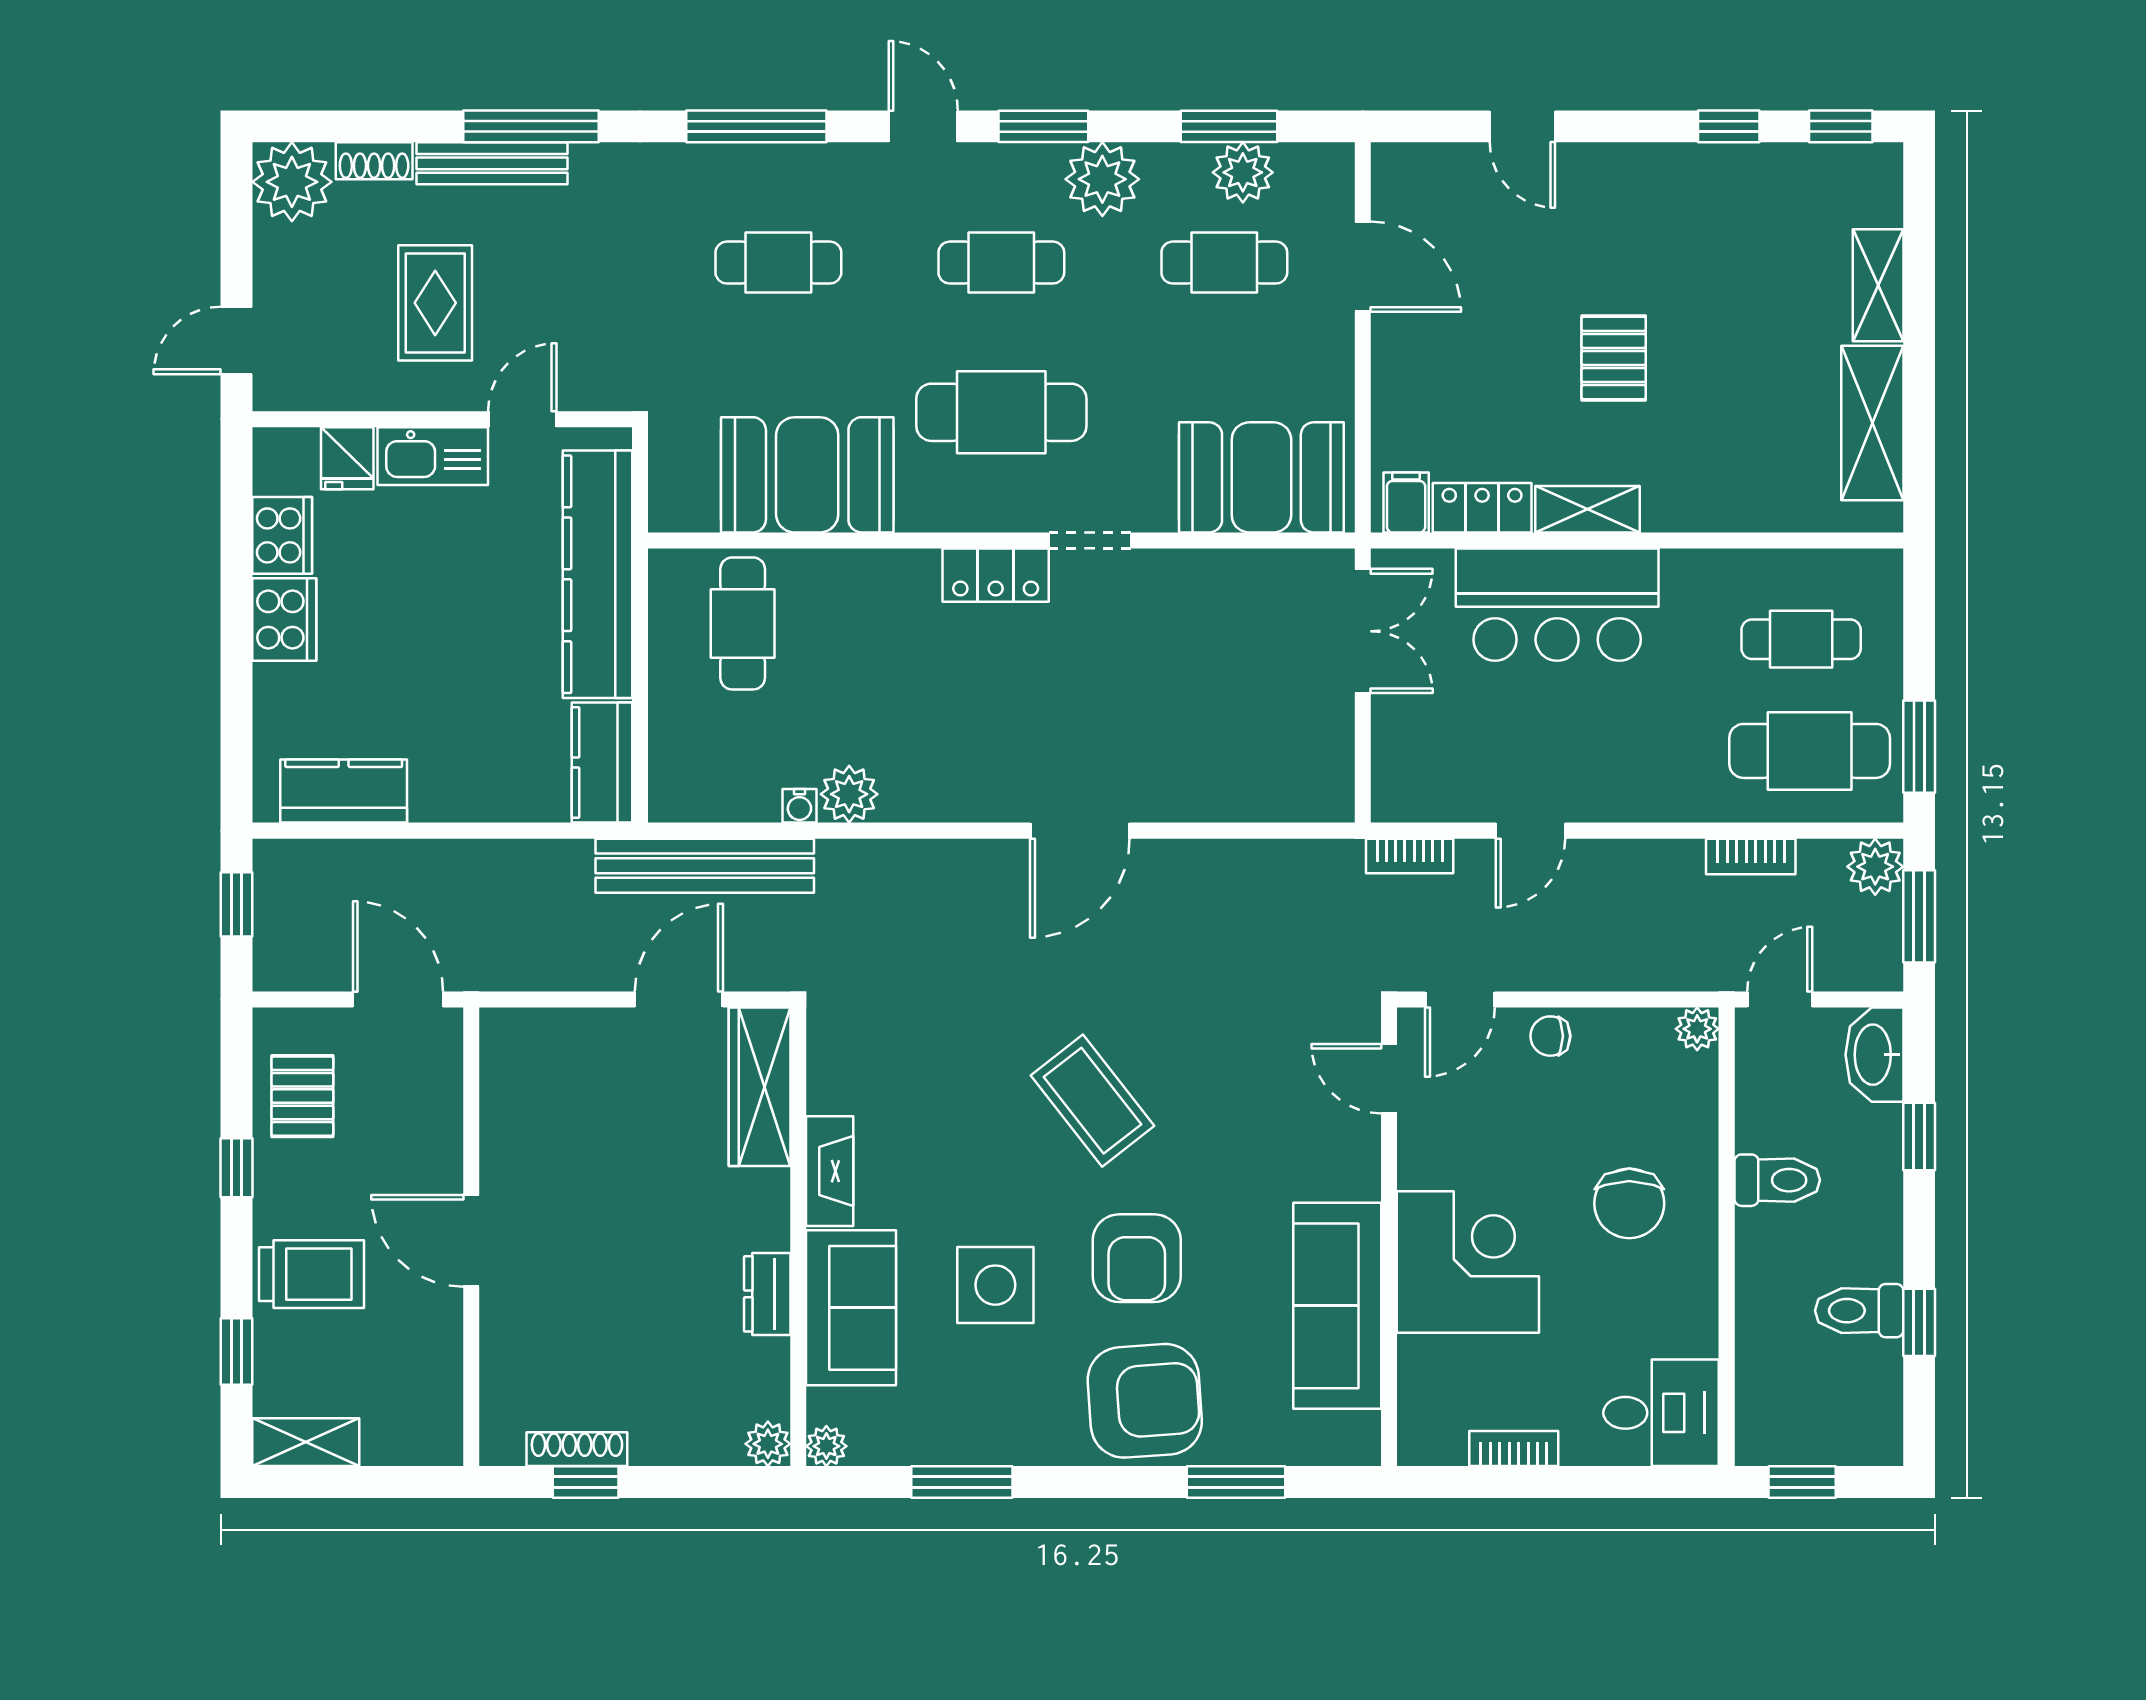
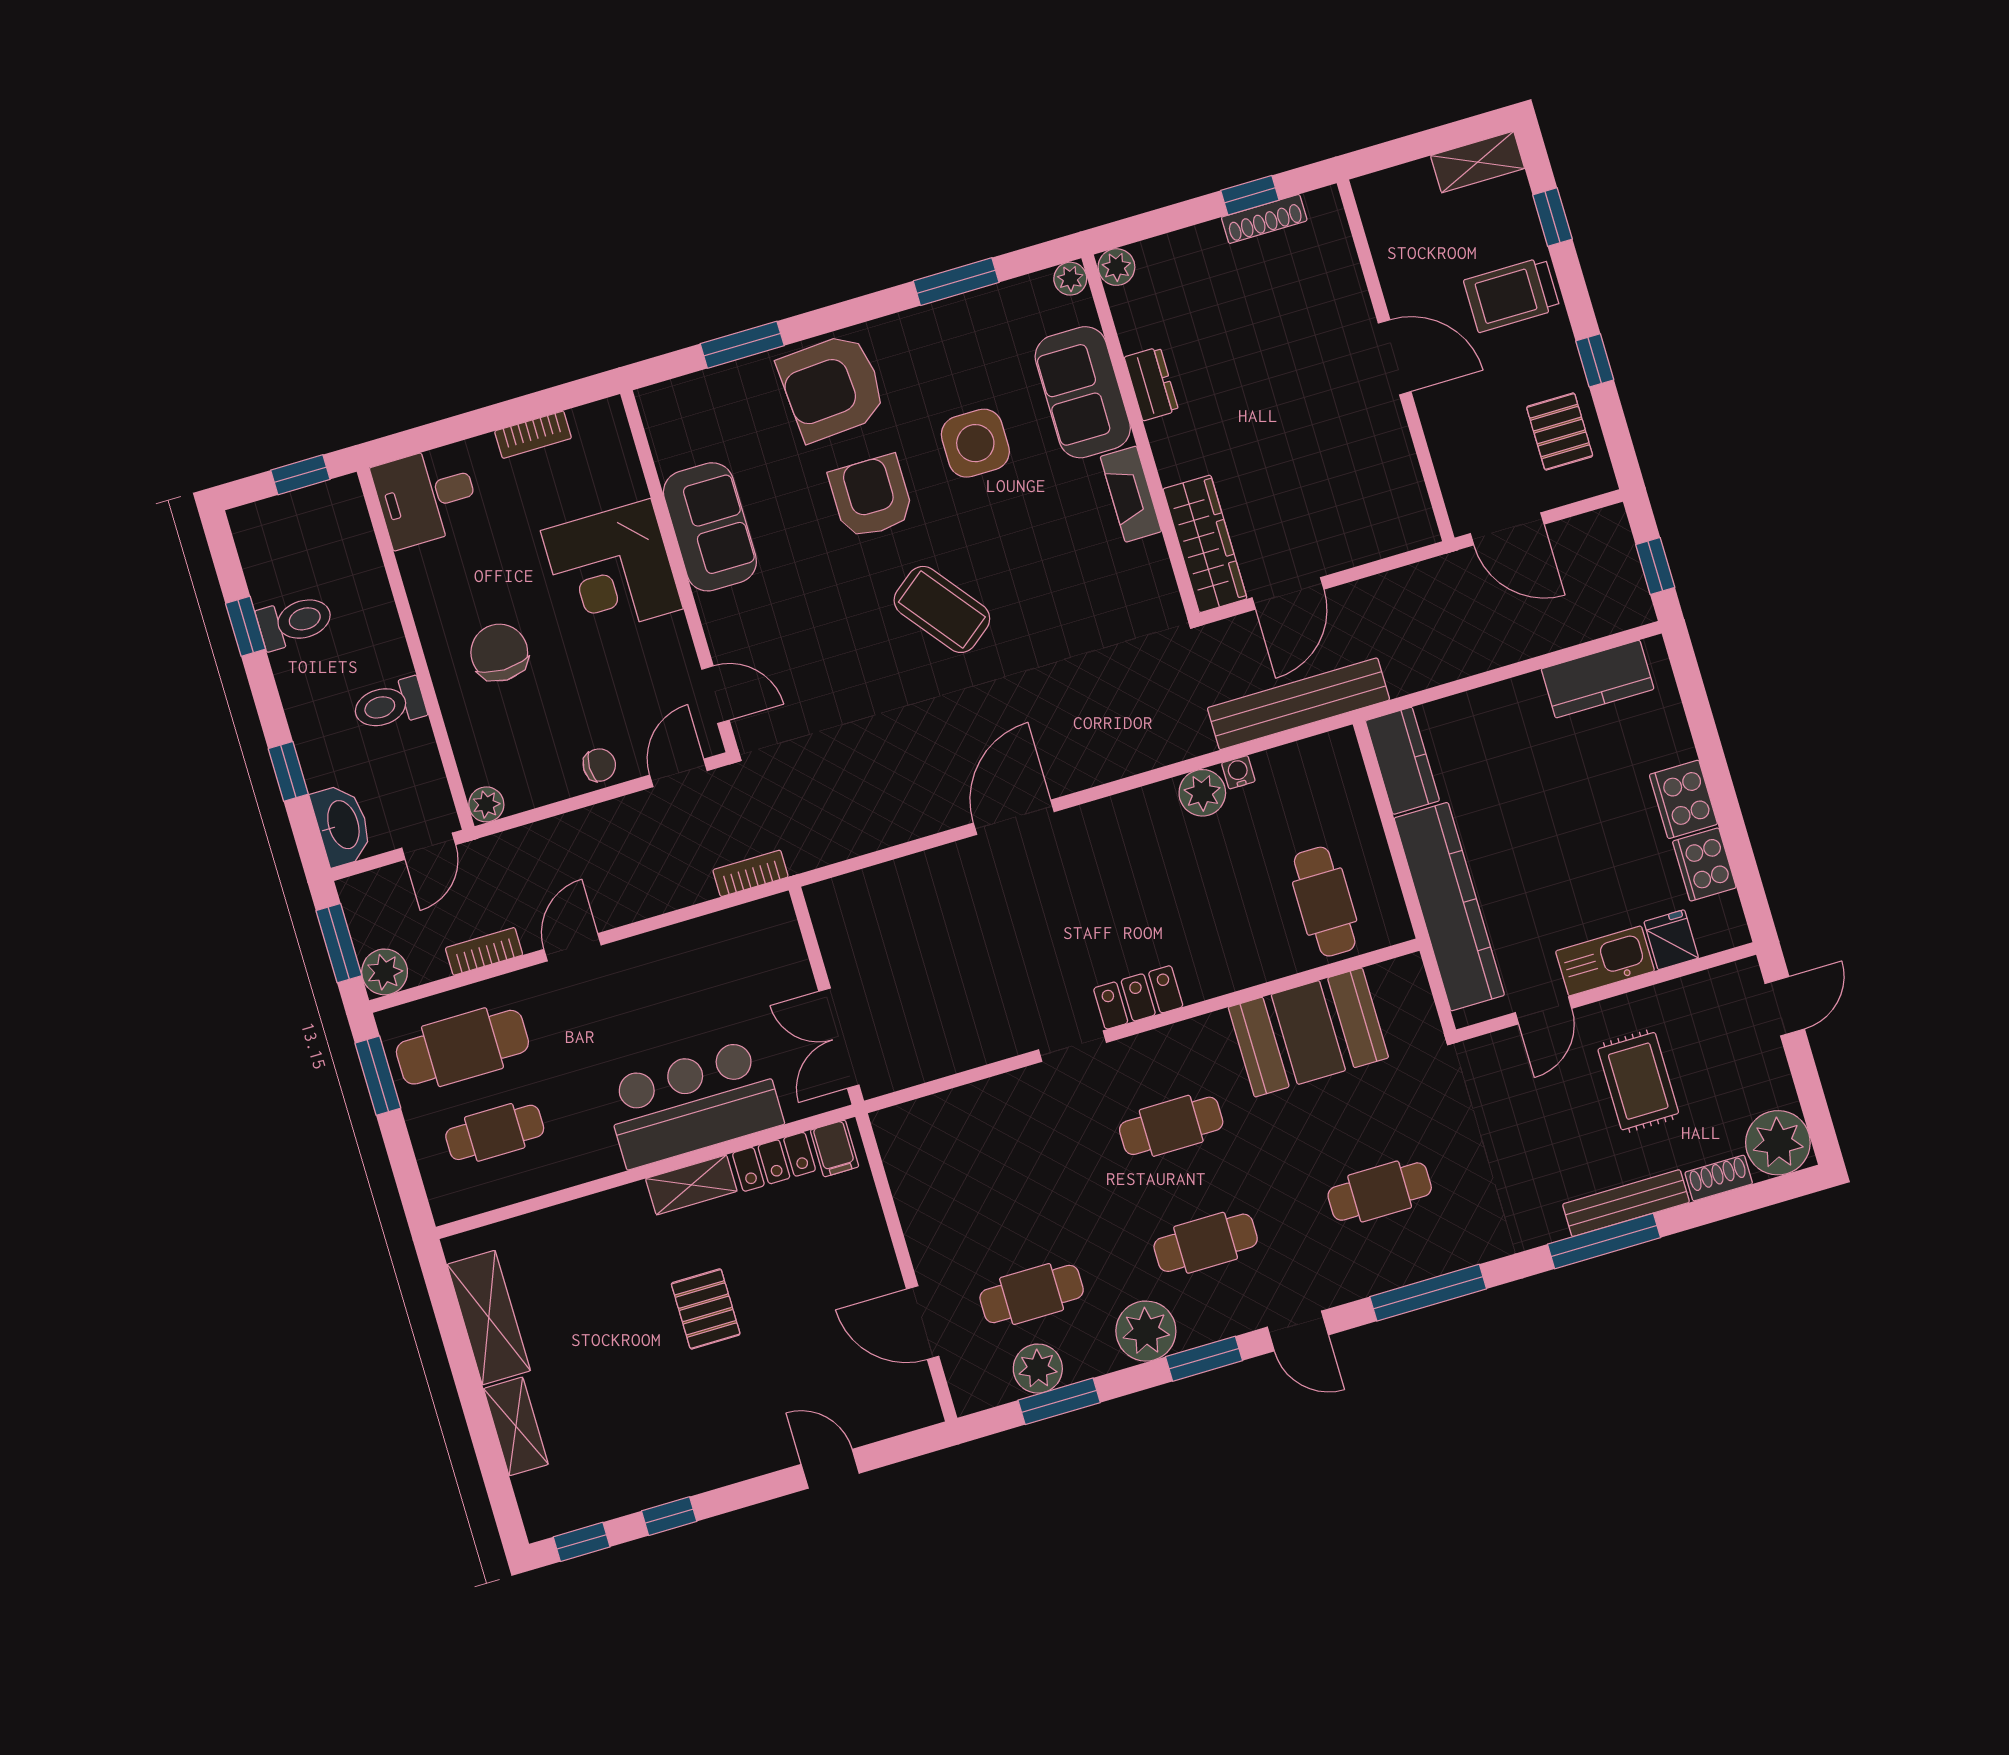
cafe table: (1001, 412) -> (1171, 1126), width x0.73, depth x0.74
booth: (1261, 477) -> (953, 1135), removed
door: (1530, 831) -> (572, 947), moved
sofa: (1337, 1306) -> (710, 527), width x0.73

